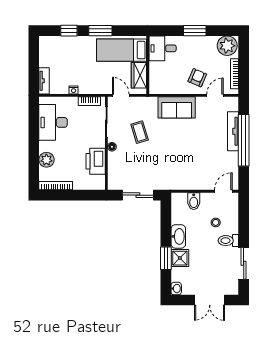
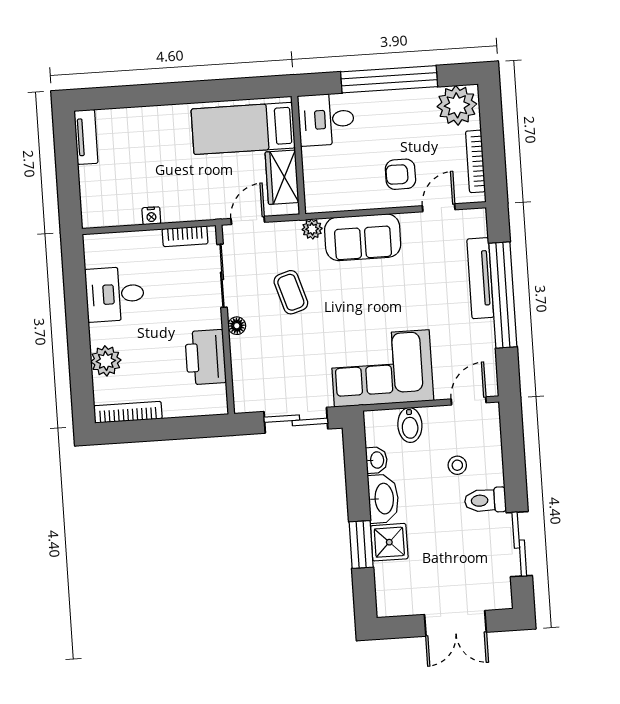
window: (69, 31) -> (134, 96), removed
window: (100, 31) -> (198, 92), removed
window: (195, 31) -> (389, 79), width x2.11
armchair: (197, 78) -> (400, 174), turned -113
tv unit: (44, 81) -> (86, 137), moved
door: (121, 95) -> (248, 220), hinge flipped
plant: (152, 102) -> (312, 229), added
desk: (53, 122) -> (115, 294), width x0.73
corner sofa: (182, 172) -> (382, 368), added
washbasin: (176, 289) -> (376, 460), moved

